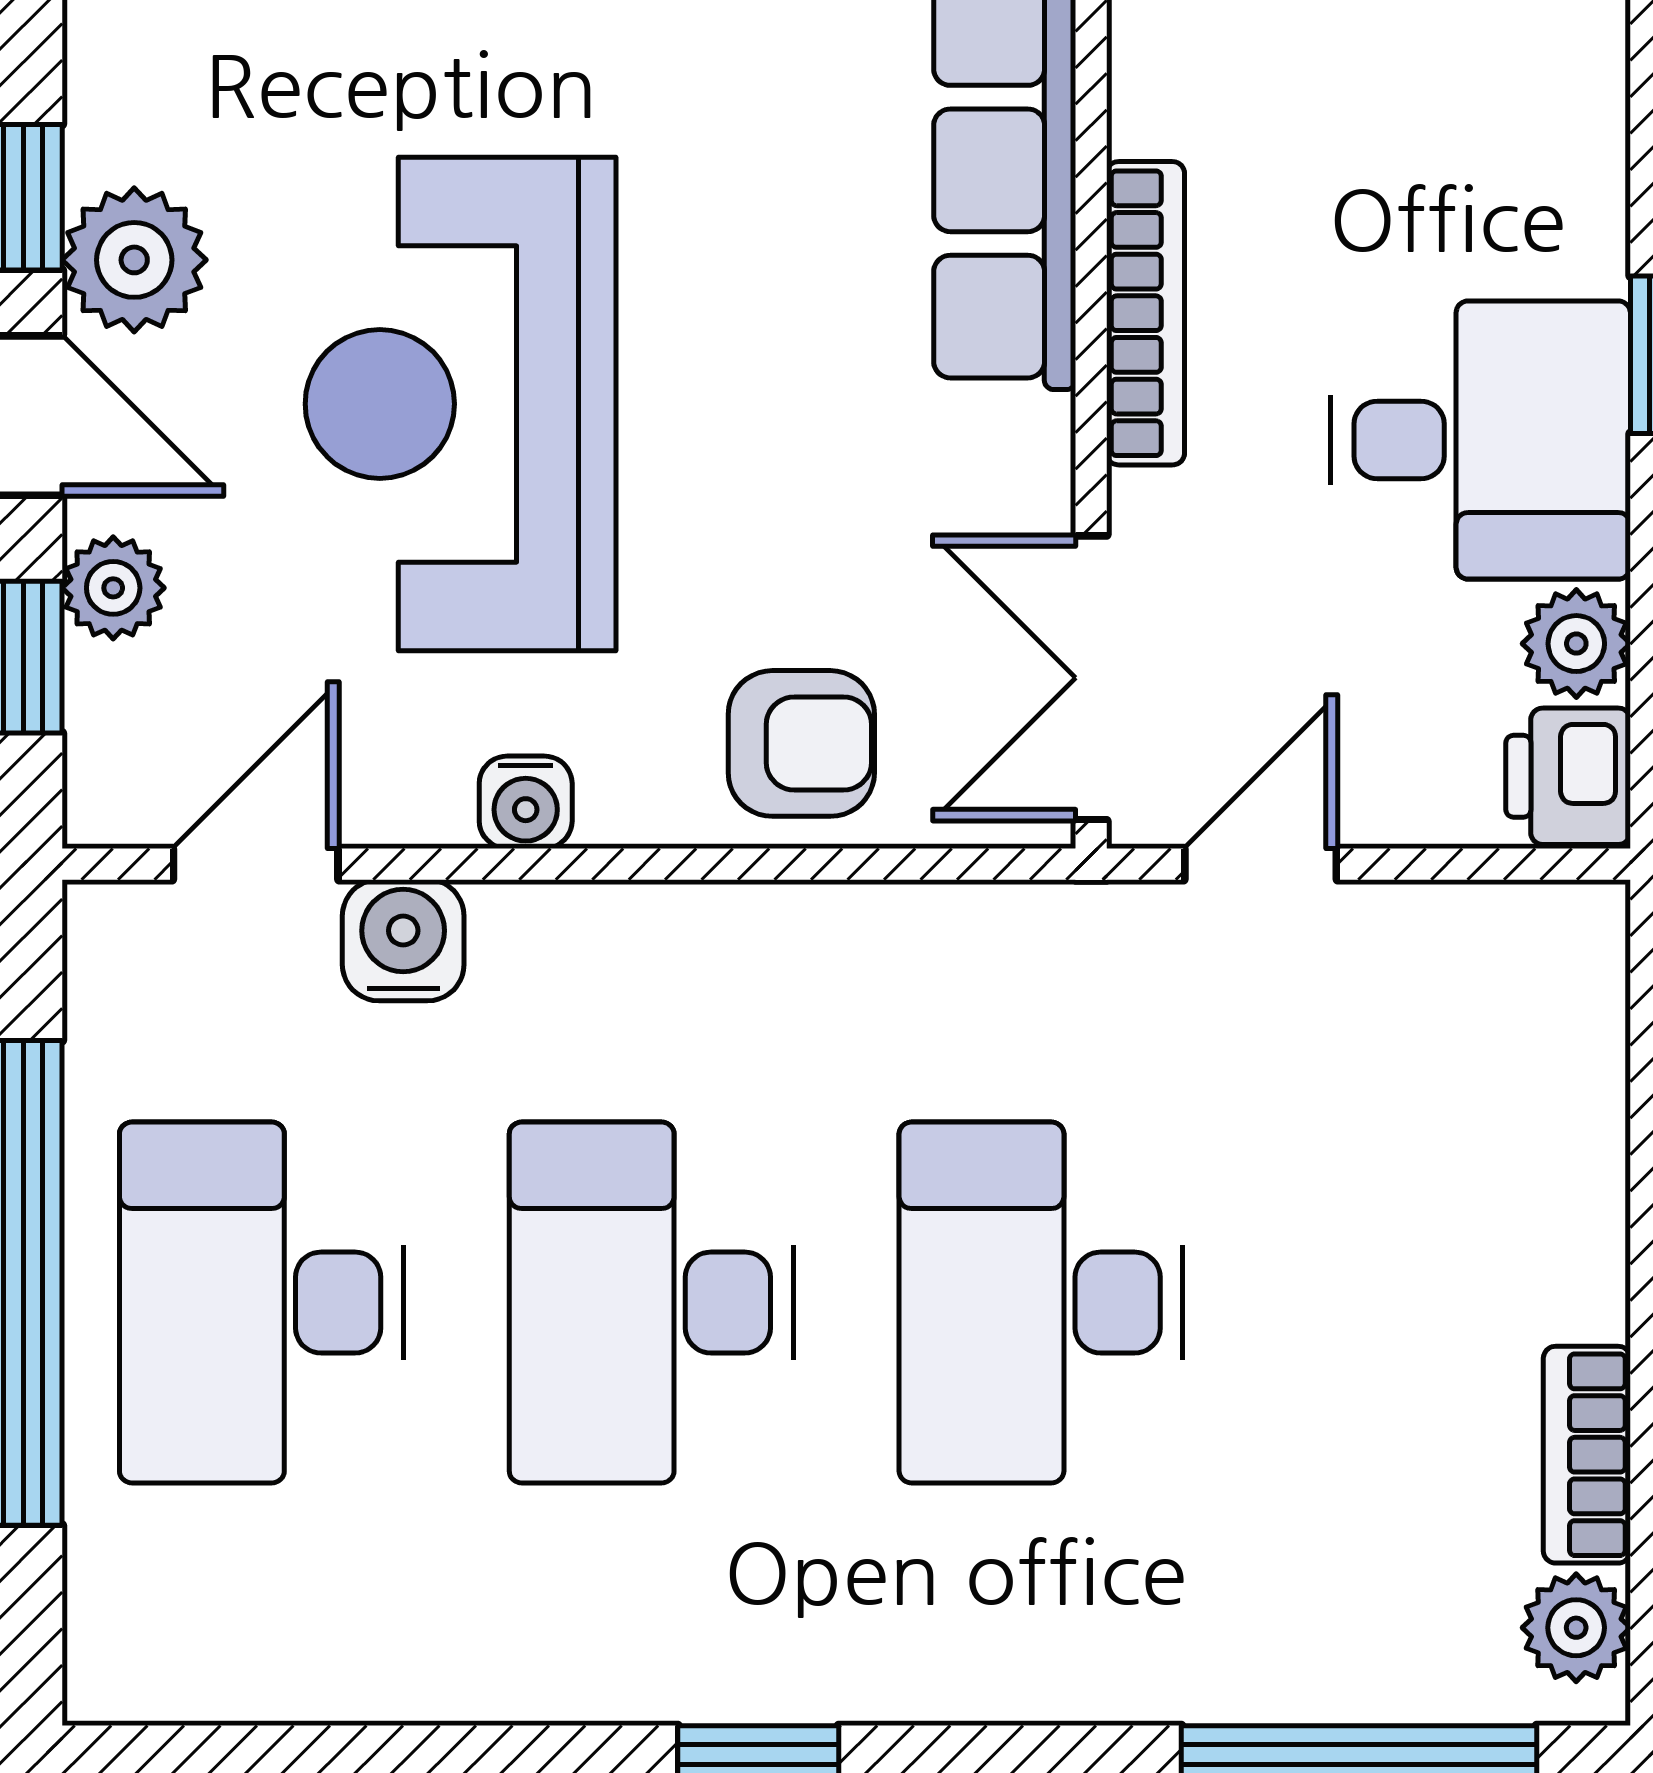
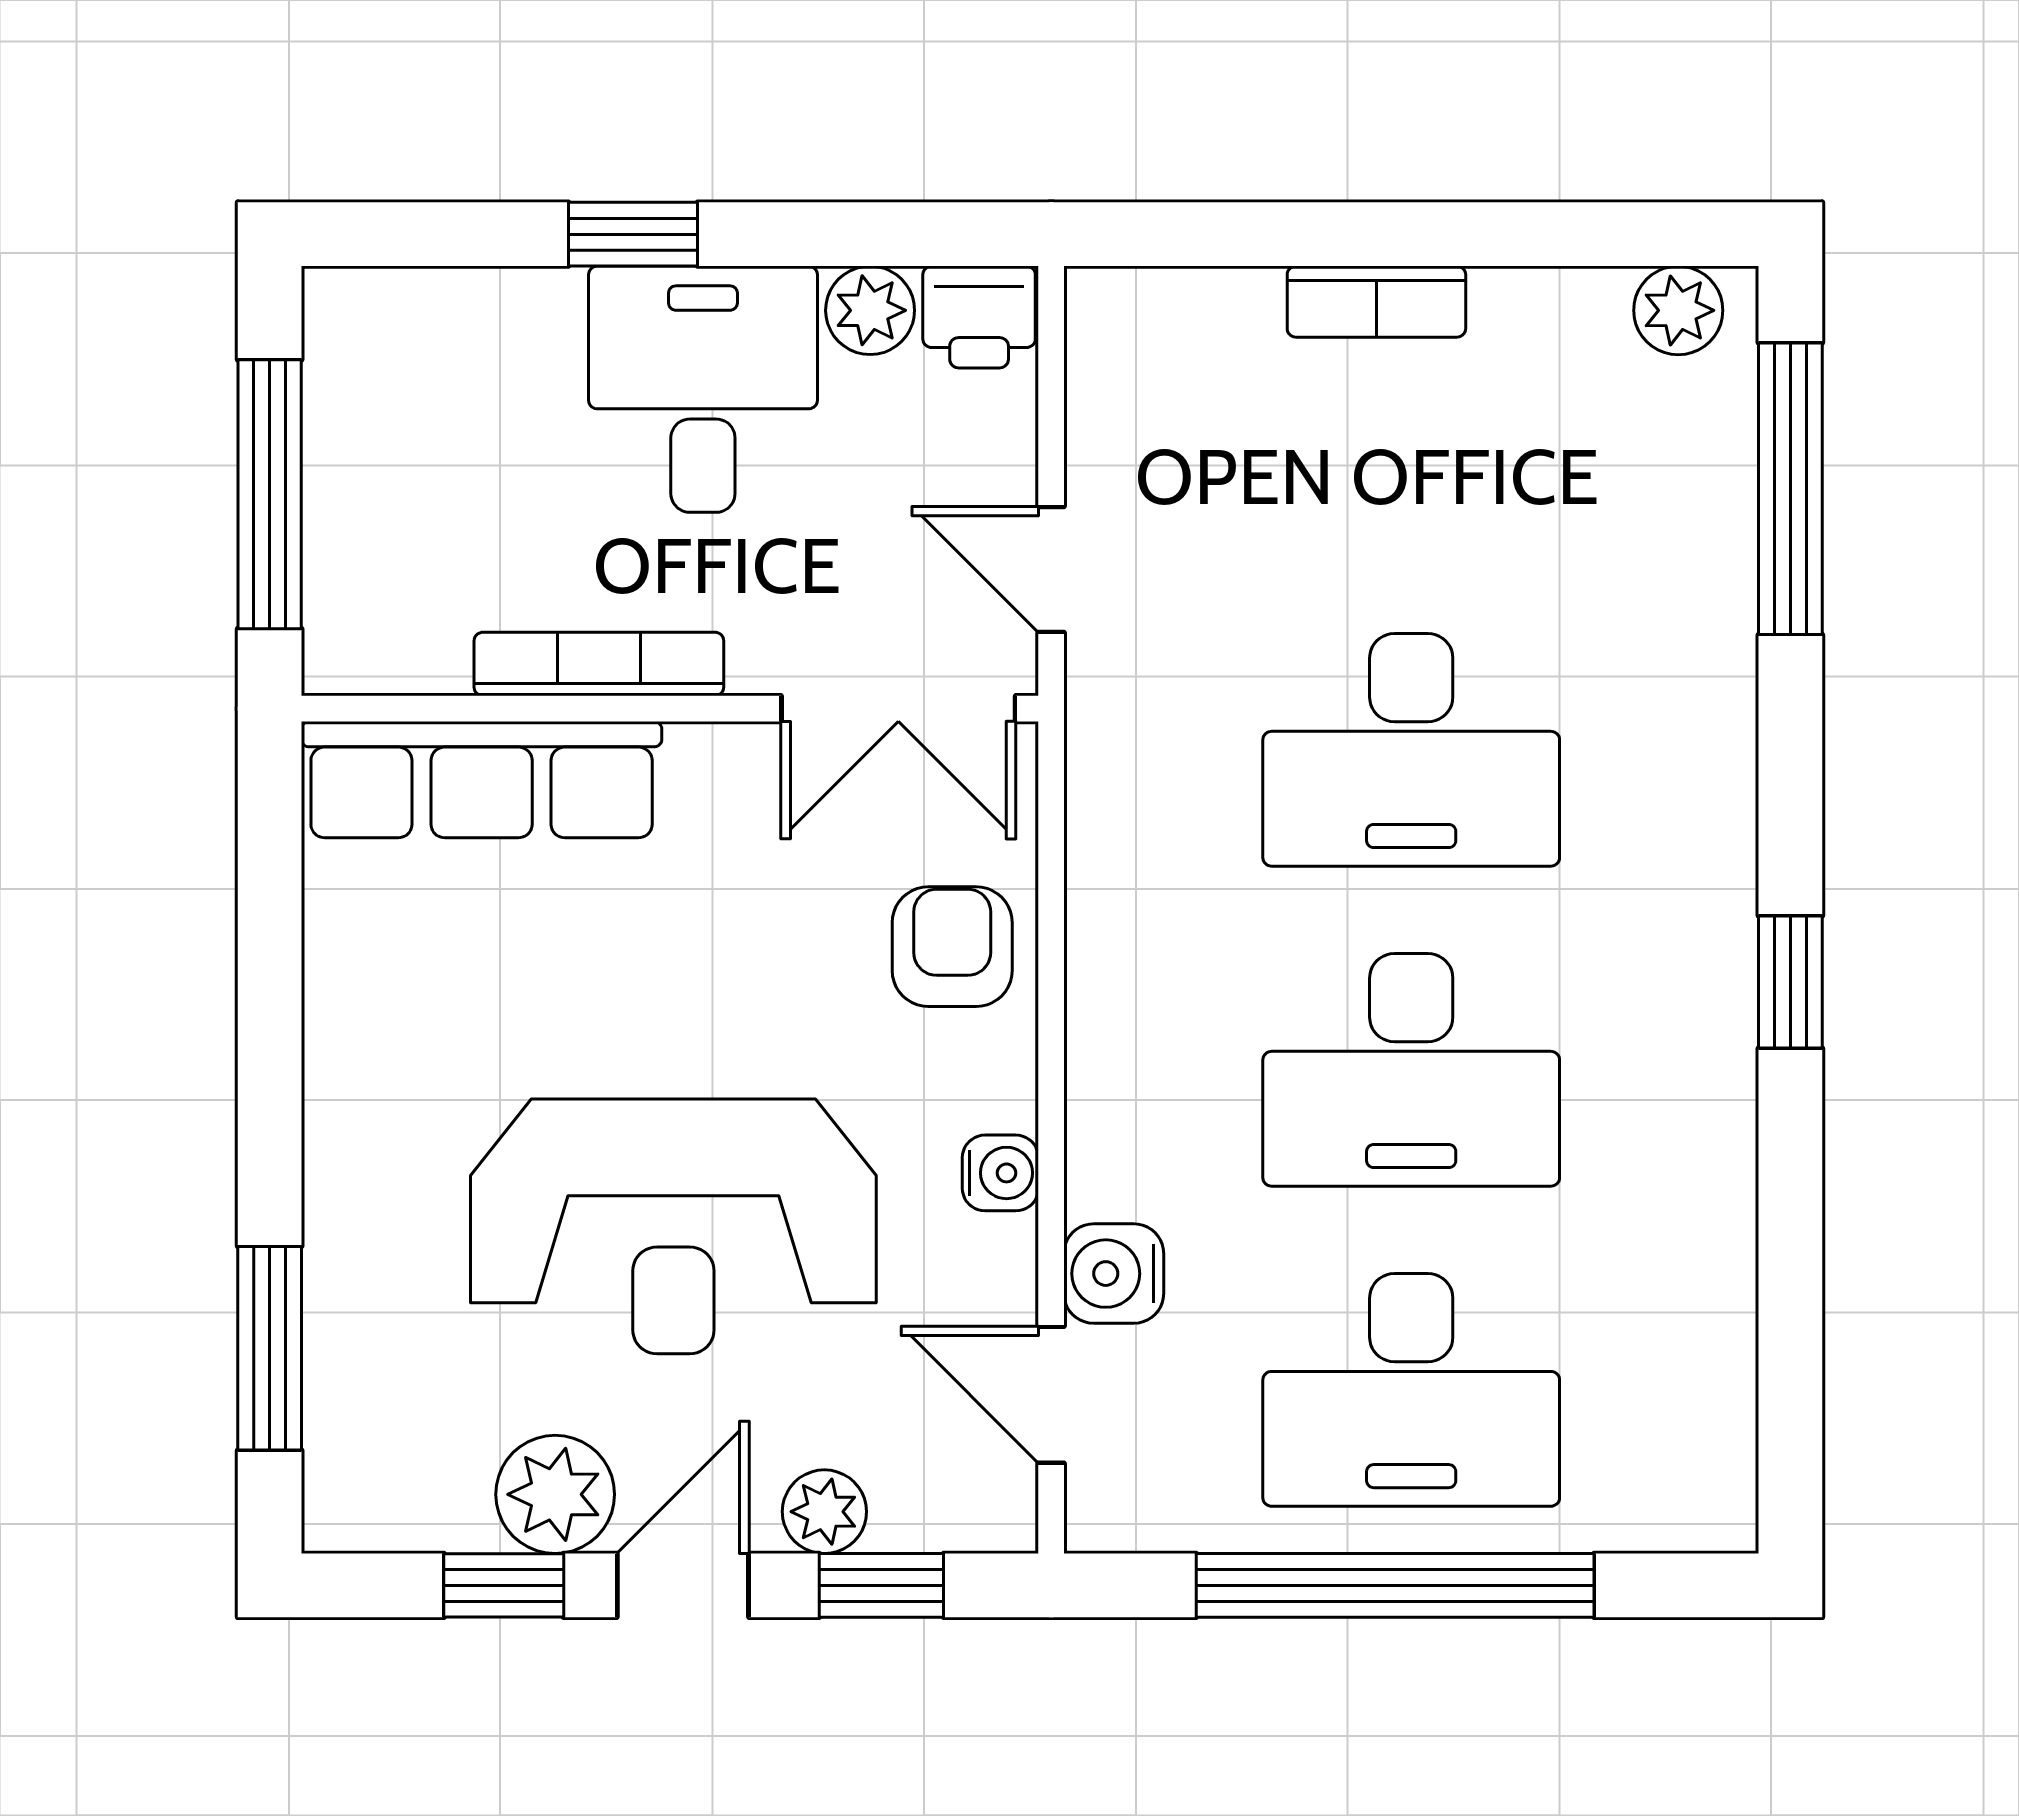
bookcase: (1587, 1455) -> (1376, 302), moved

